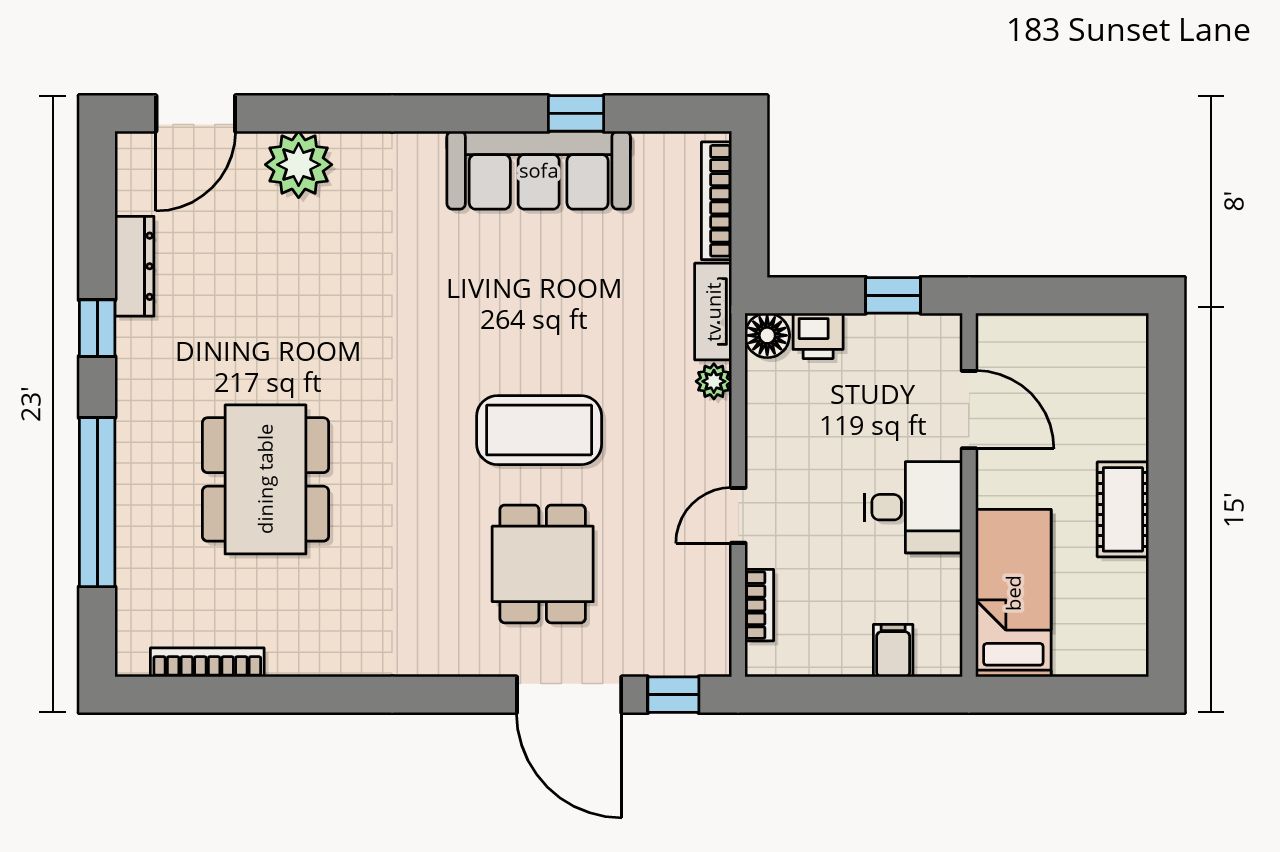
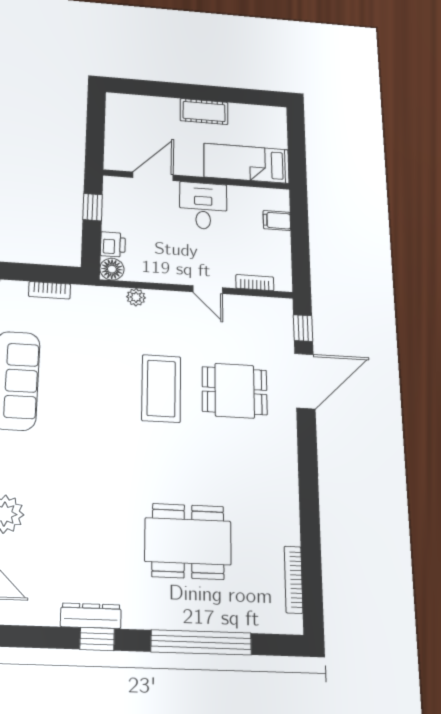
bookcase: (717, 201) -> (50, 290), width x0.64
dresser: (134, 266) -> (91, 616), moved
tv unit: (713, 312) -> (98, 295), removed

